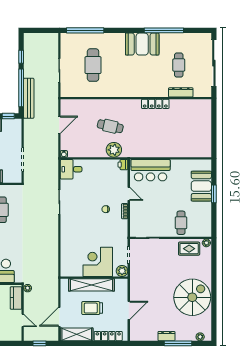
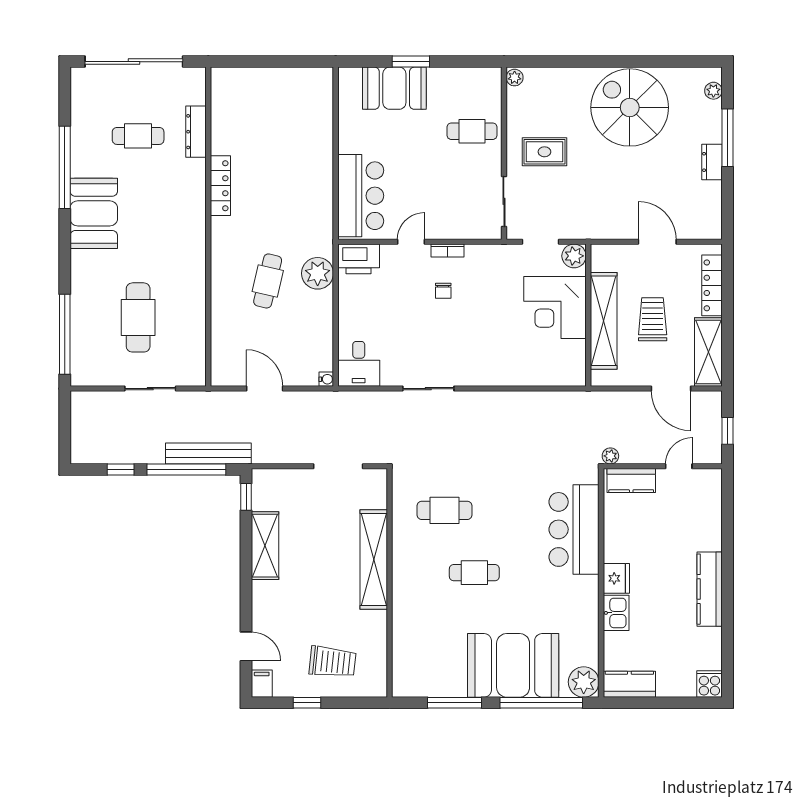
cafe table: (93, 65) -> (138, 317), turned 90
printer: (123, 165) -> (359, 259), width x1.87, depth x1.48
rug: (189, 249) -> (544, 152), moved, turned 90
trolley: (92, 308) -> (653, 319), turned 180

